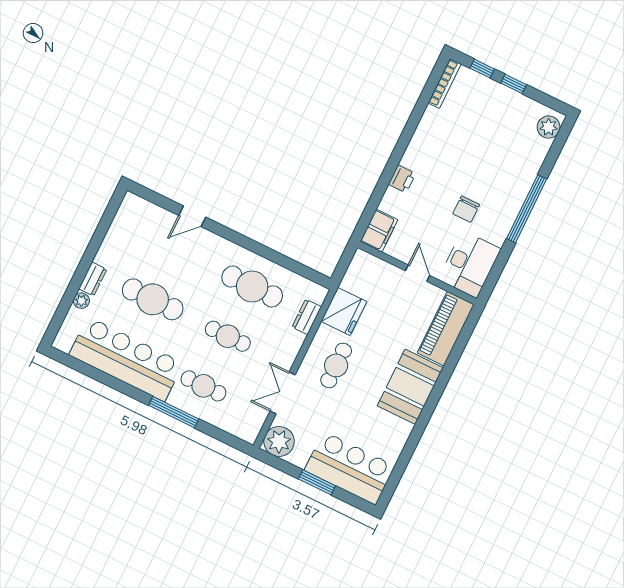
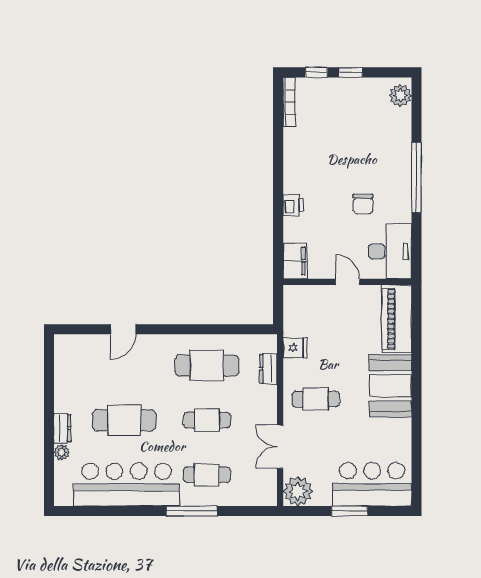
fridge: (344, 312) -> (295, 348), width x0.53, depth x0.75
cafe table: (336, 365) -> (316, 399), turned 90

